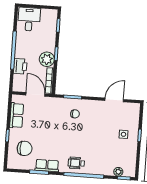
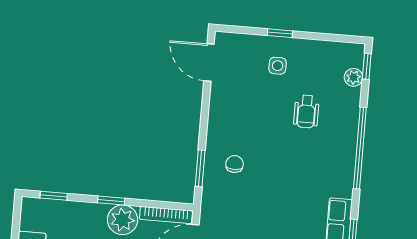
door: (114, 100) -> (209, 63), moved
wheelchair: (76, 163) -> (306, 112), moved

